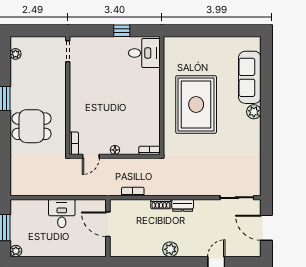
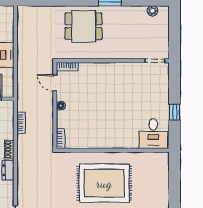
dining table: (32, 126) -> (84, 26), turned 90

